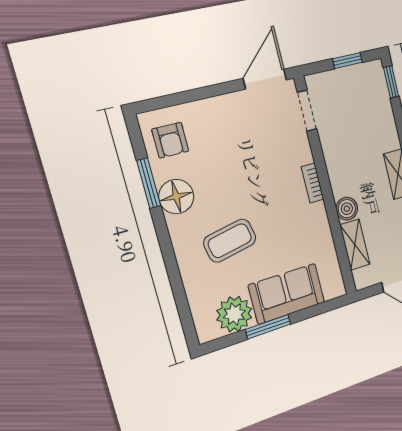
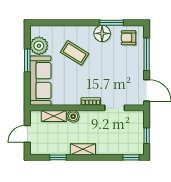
window: (194, 95) -> (147, 54), added
doorway: (307, 111) -> (115, 108), moved
coffee table: (230, 241) -> (75, 53), turned -47
sofa: (287, 294) -> (40, 81), width x1.36

